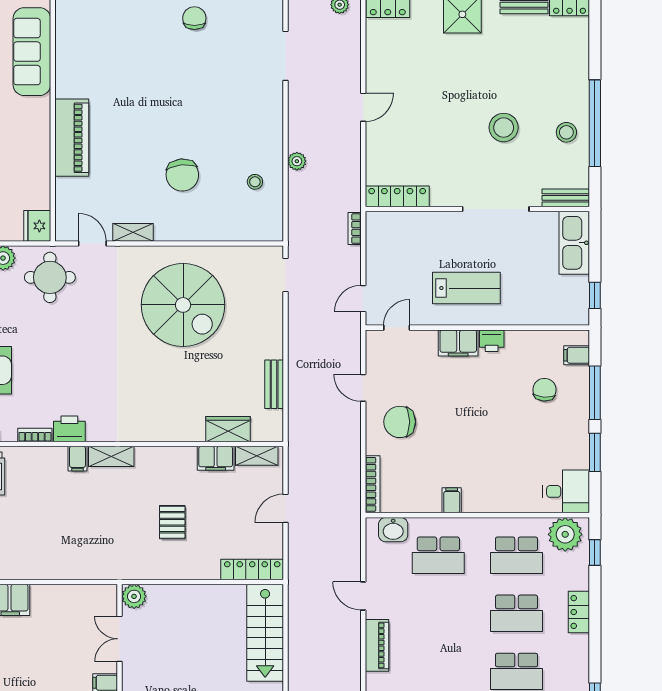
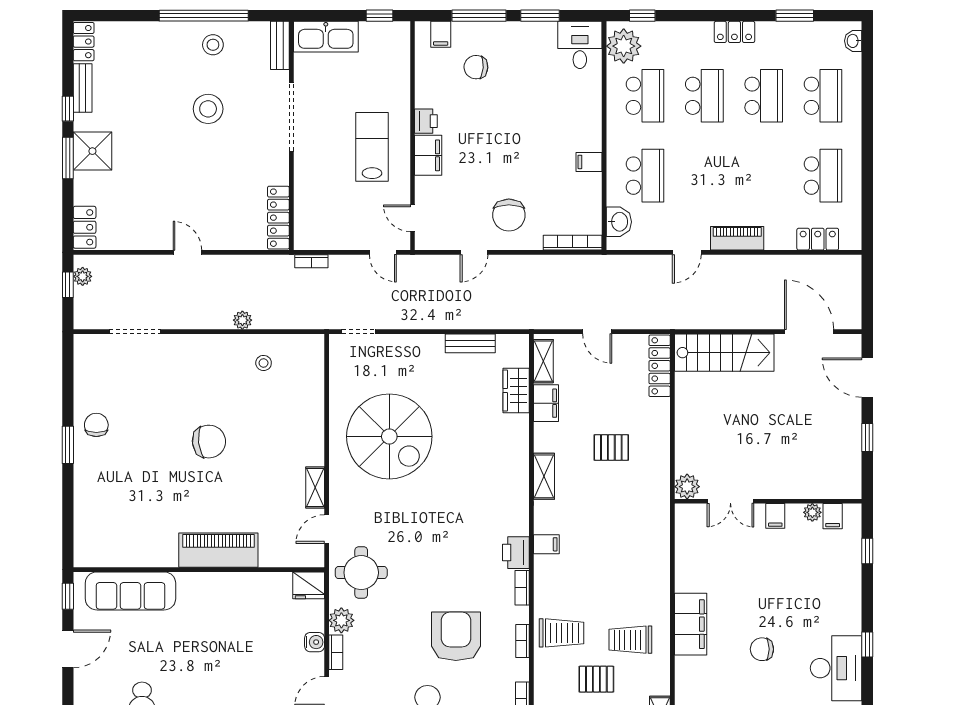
chair: (194, 18) -> (96, 425), turned 90
chair: (182, 175) -> (209, 442), moved
spiral stairs: (183, 305) -> (389, 436), turned 90
shelving: (111, 456) -> (544, 476), moved
locker: (579, 612) -> (734, 32), moved

